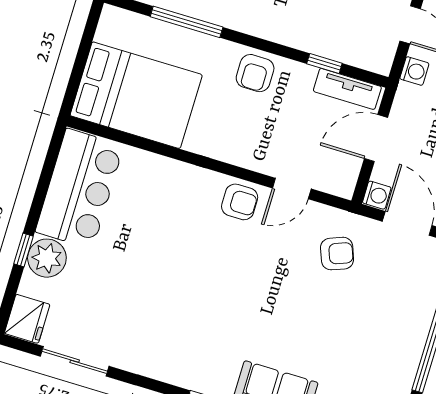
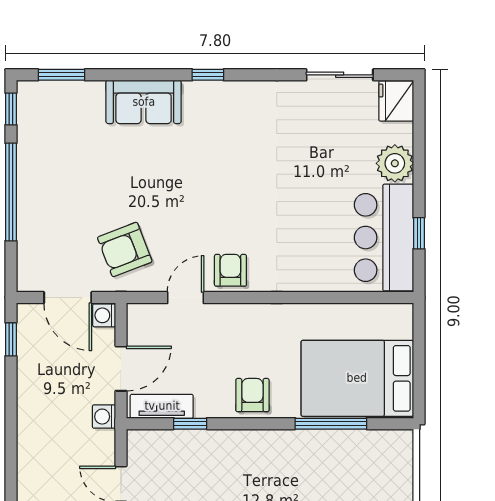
washing machine: (414, 71) -> (104, 417), moved
bed: (136, 95) -> (357, 378), moved
armchair: (240, 202) -> (230, 270), turned 90
window: (24, 250) -> (419, 233), moved
armchair: (337, 254) -> (125, 249), width x1.38, depth x1.38

